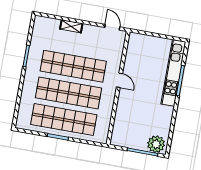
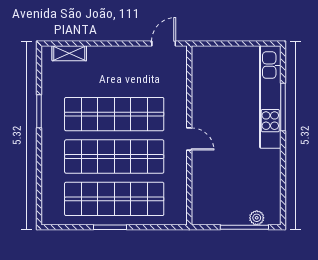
shelving: (71, 26) -> (69, 53), moved
door: (112, 27) -> (164, 43), hinge flipped
door: (120, 80) -> (189, 139), moved
plant: (156, 144) -> (257, 218), width x0.53, depth x0.53

